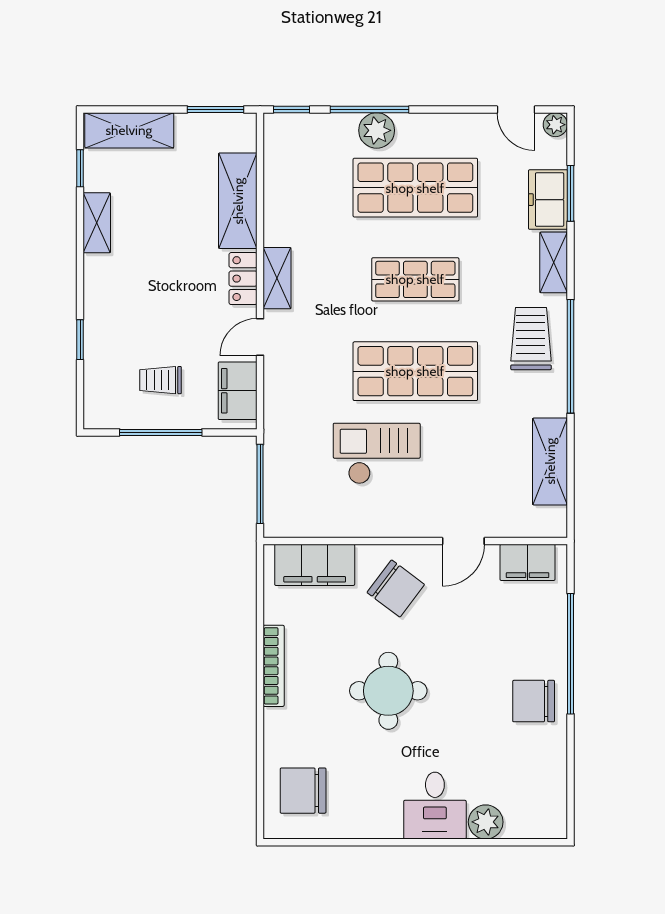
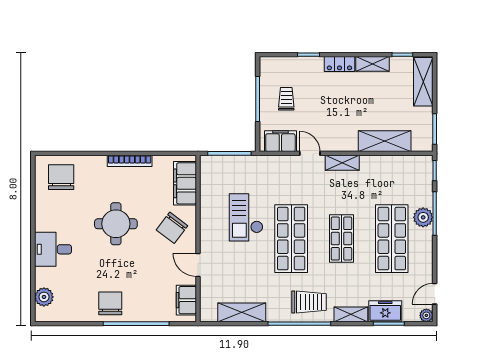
locker: (243, 279) -> (339, 64), moved, turned 180
checkout: (377, 453) -> (246, 217), turned 180
plant: (486, 822) -> (44, 297), moved

